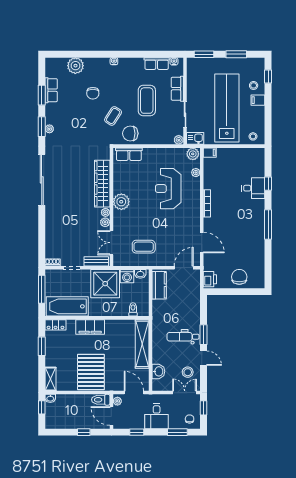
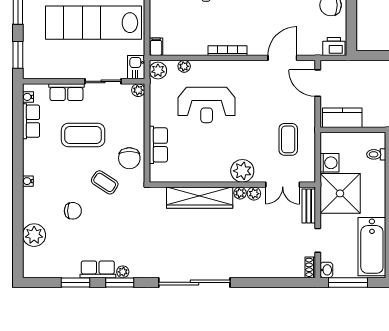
row of seats: (51, 90) -> (98, 269), moved
row of seats: (129, 154) -> (158, 145), moved
plant: (121, 202) -> (242, 171), moved
washbasin: (140, 274) -> (326, 270), moved

